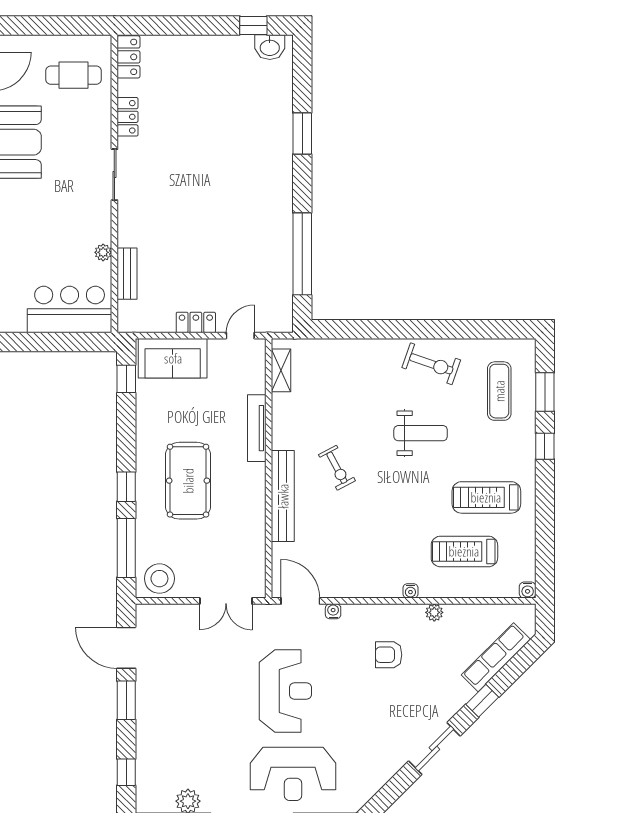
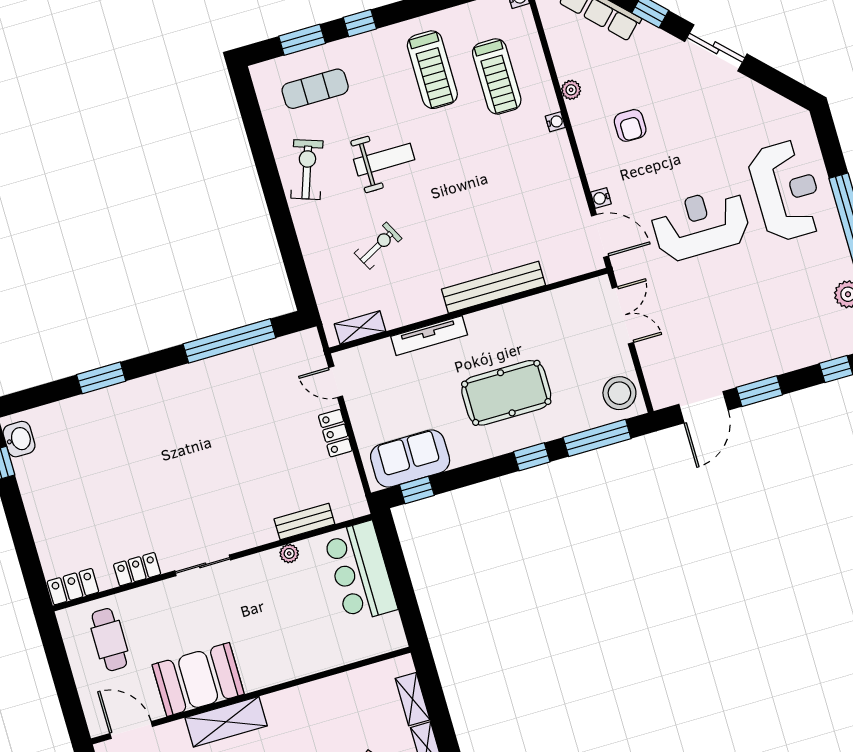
sofa: (173, 358) -> (410, 459), moved, turned -90
weight bench: (421, 433) -> (384, 160), turned 90
exercise bike: (337, 468) -> (378, 246), moved
door: (300, 601) -> (600, 236), swing flipped

